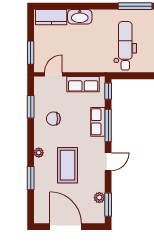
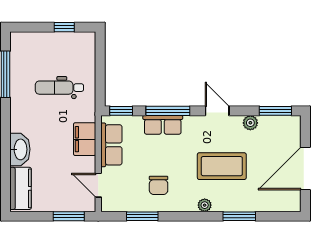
dental chair: (125, 46) -> (59, 88), width x0.73, depth x0.72
filing cabinet: (87, 64) -> (85, 139), added
plant: (99, 198) -> (250, 123), moved

